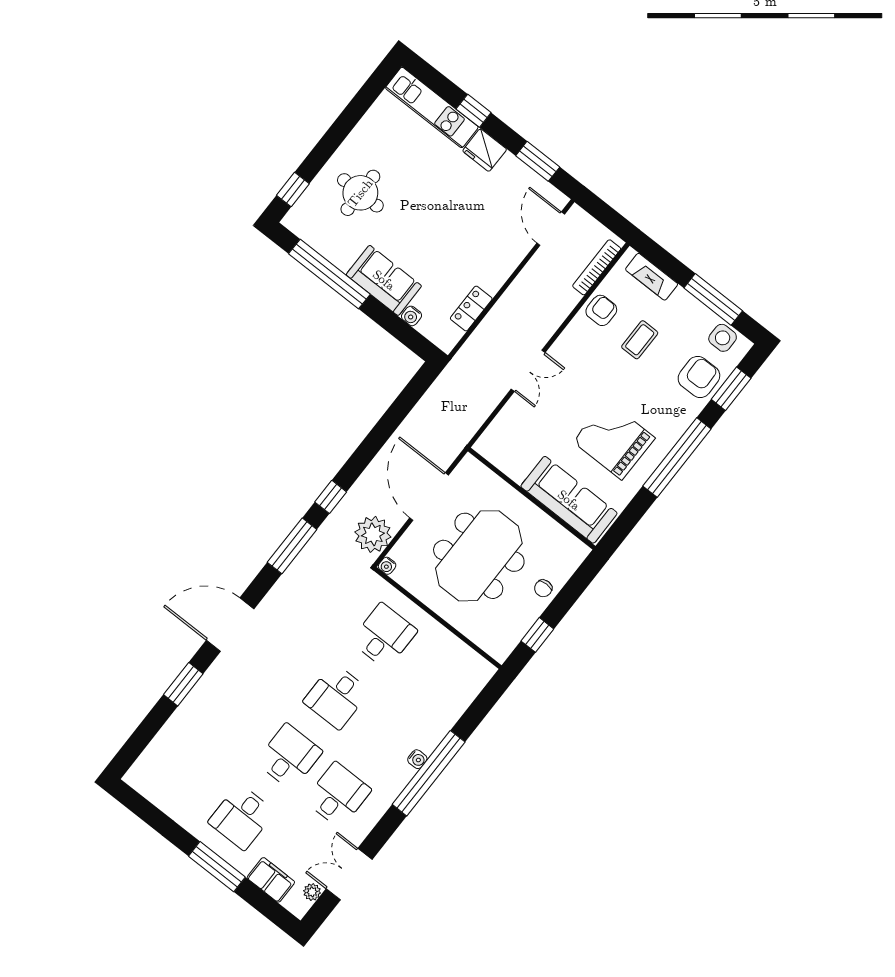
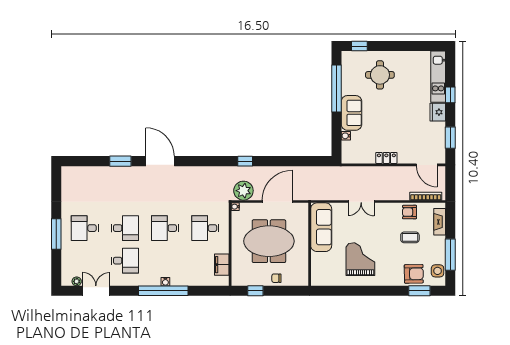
door: (551, 229) -> (427, 165), swing flipped
locker: (471, 308) -> (386, 158), moved
armchair: (601, 310) -> (410, 212), turned 180
window: (677, 458) -> (374, 291), removed
sofa: (569, 500) -> (321, 227), moved
window: (292, 546) -> (213, 161), removed
desk: (384, 636) -> (205, 228), turned 180
filing cabinet: (271, 880) -> (222, 265), moved, turned 180

